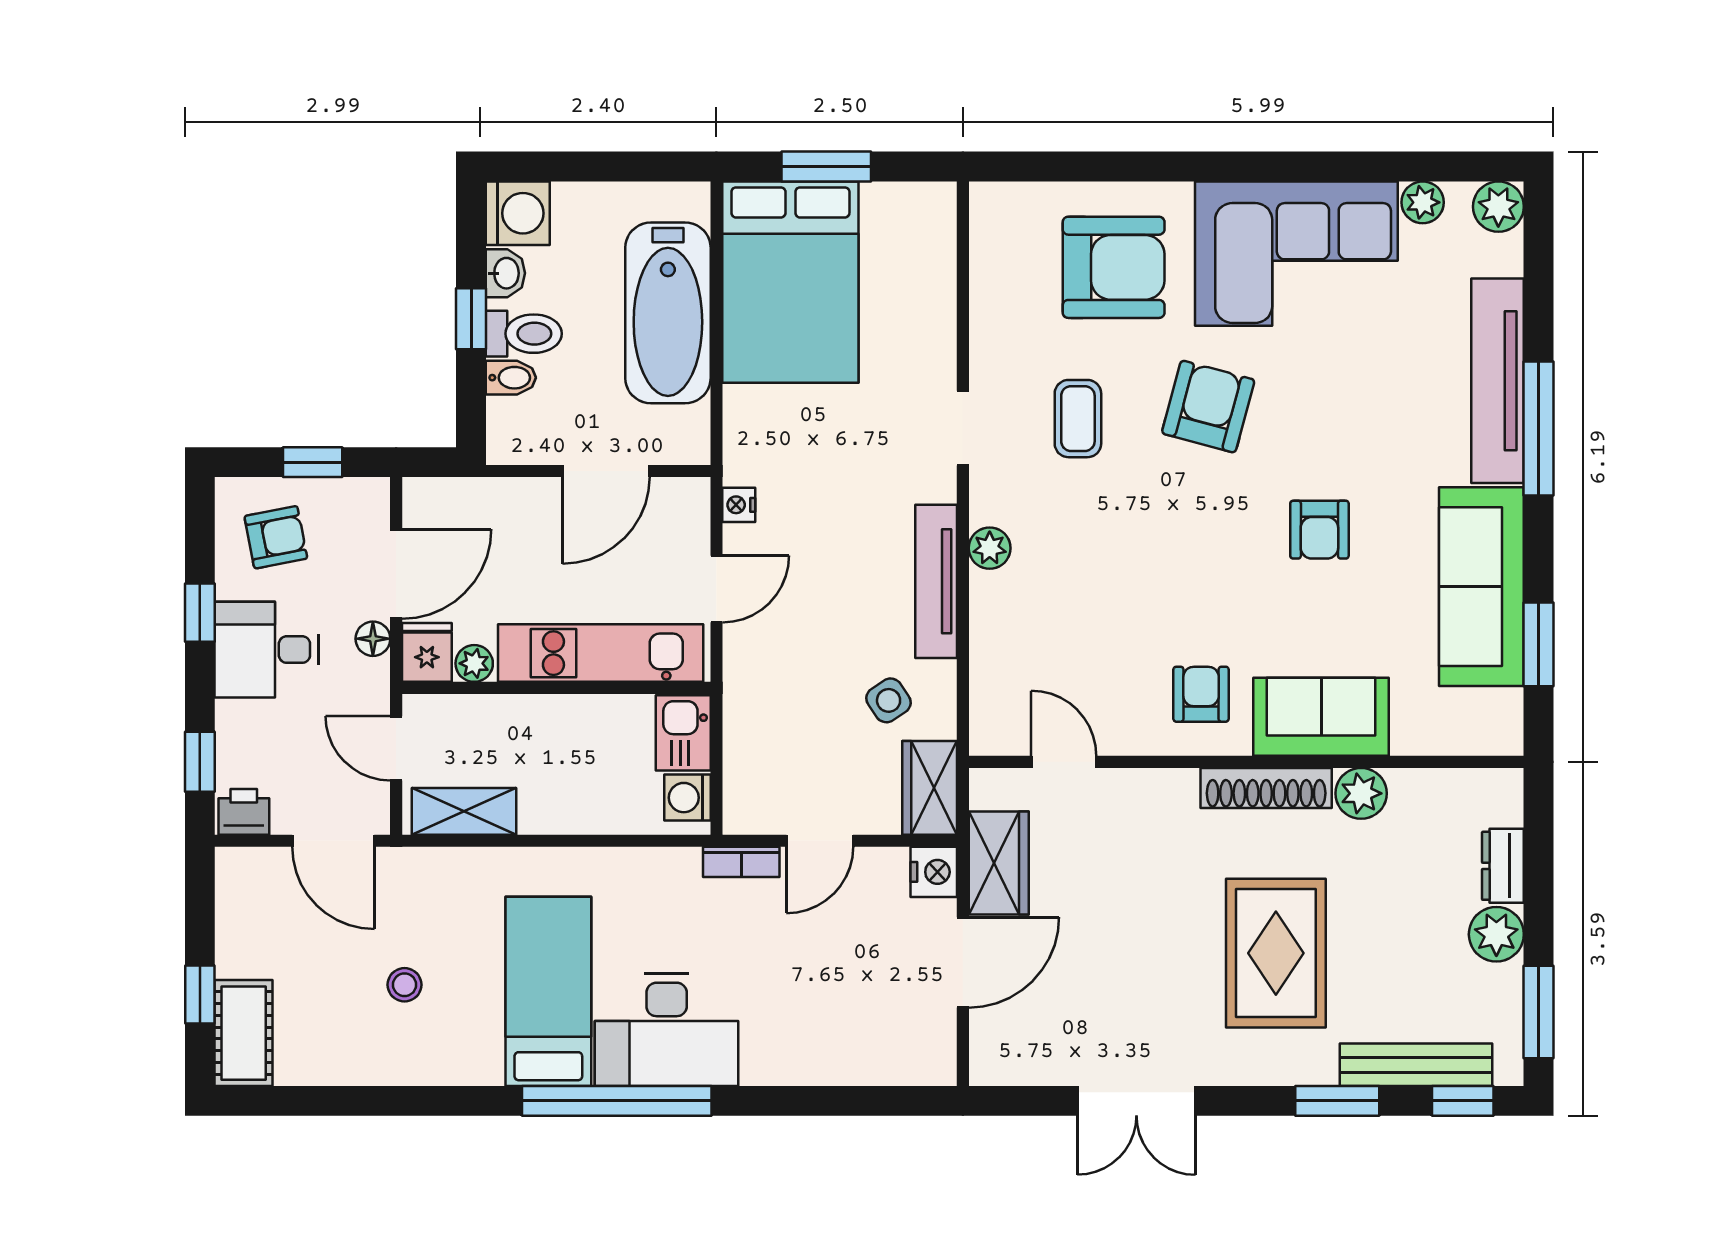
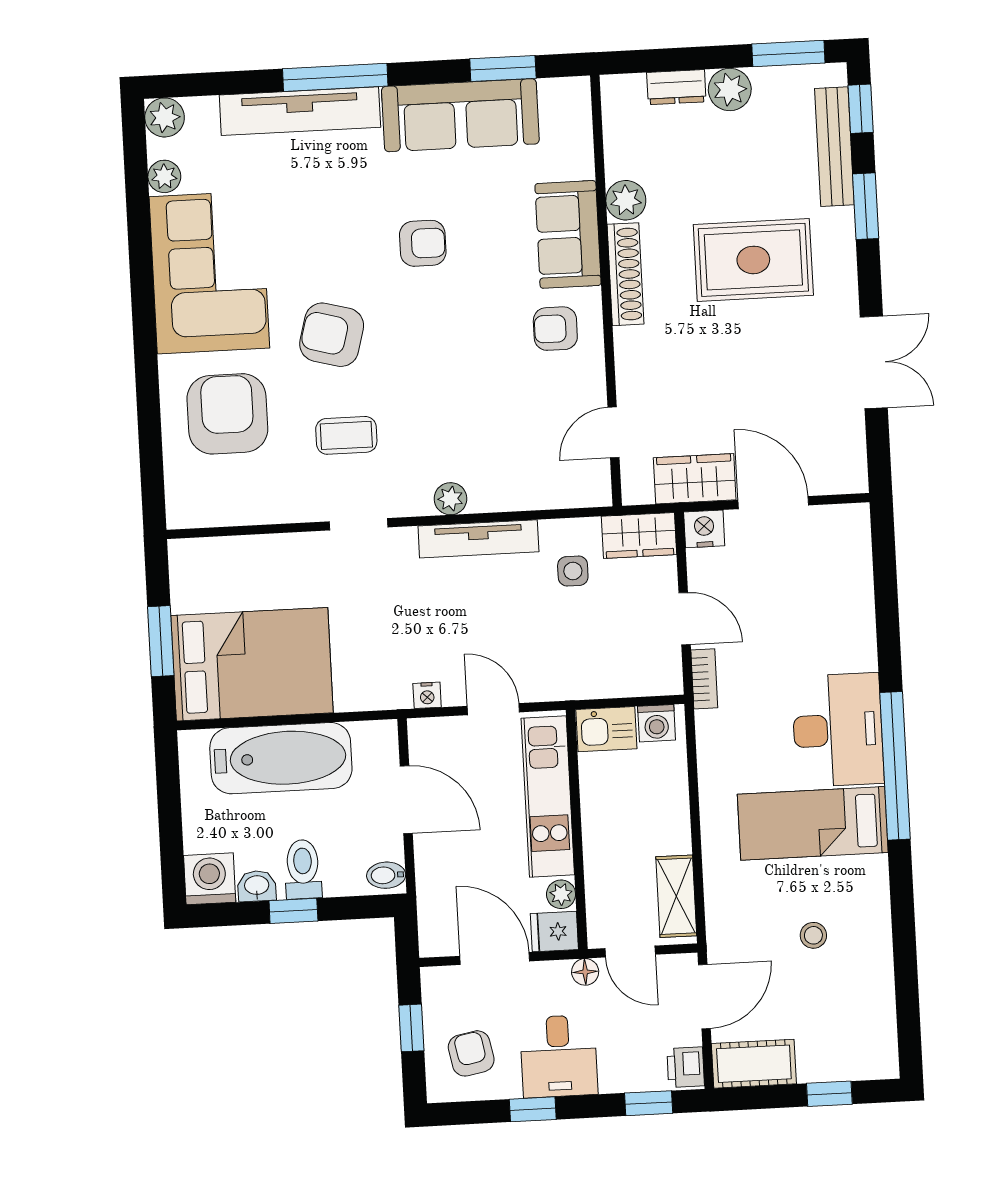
bidet: (511, 378) -> (386, 875), moved, turned -90
floor lamp: (373, 639) -> (585, 972), moved
side table: (889, 700) -> (573, 571), turned 34
door: (396, 748) -> (630, 951), hinge flipped
cot: (244, 1033) -> (754, 1064), moved

